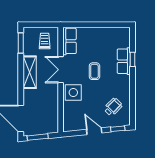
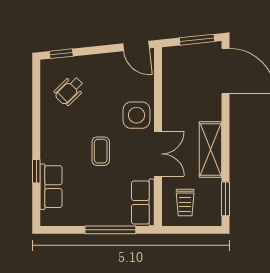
window: (89, 25) -> (110, 230), added
row of seats: (124, 61) -> (51, 187), moved
door: (94, 131) -> (136, 46), moved

